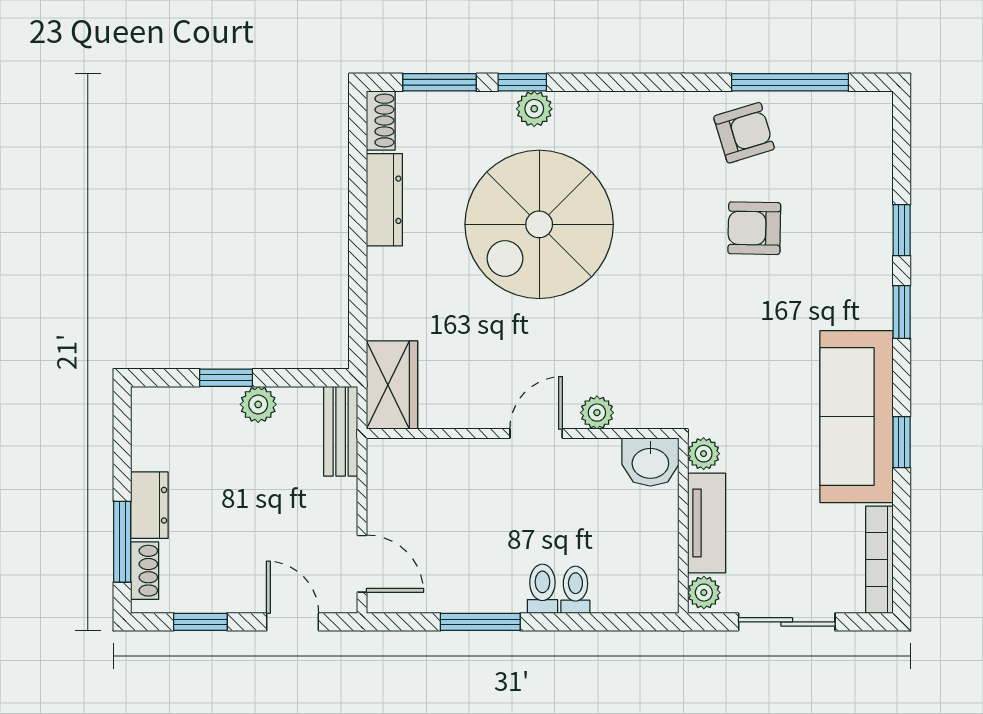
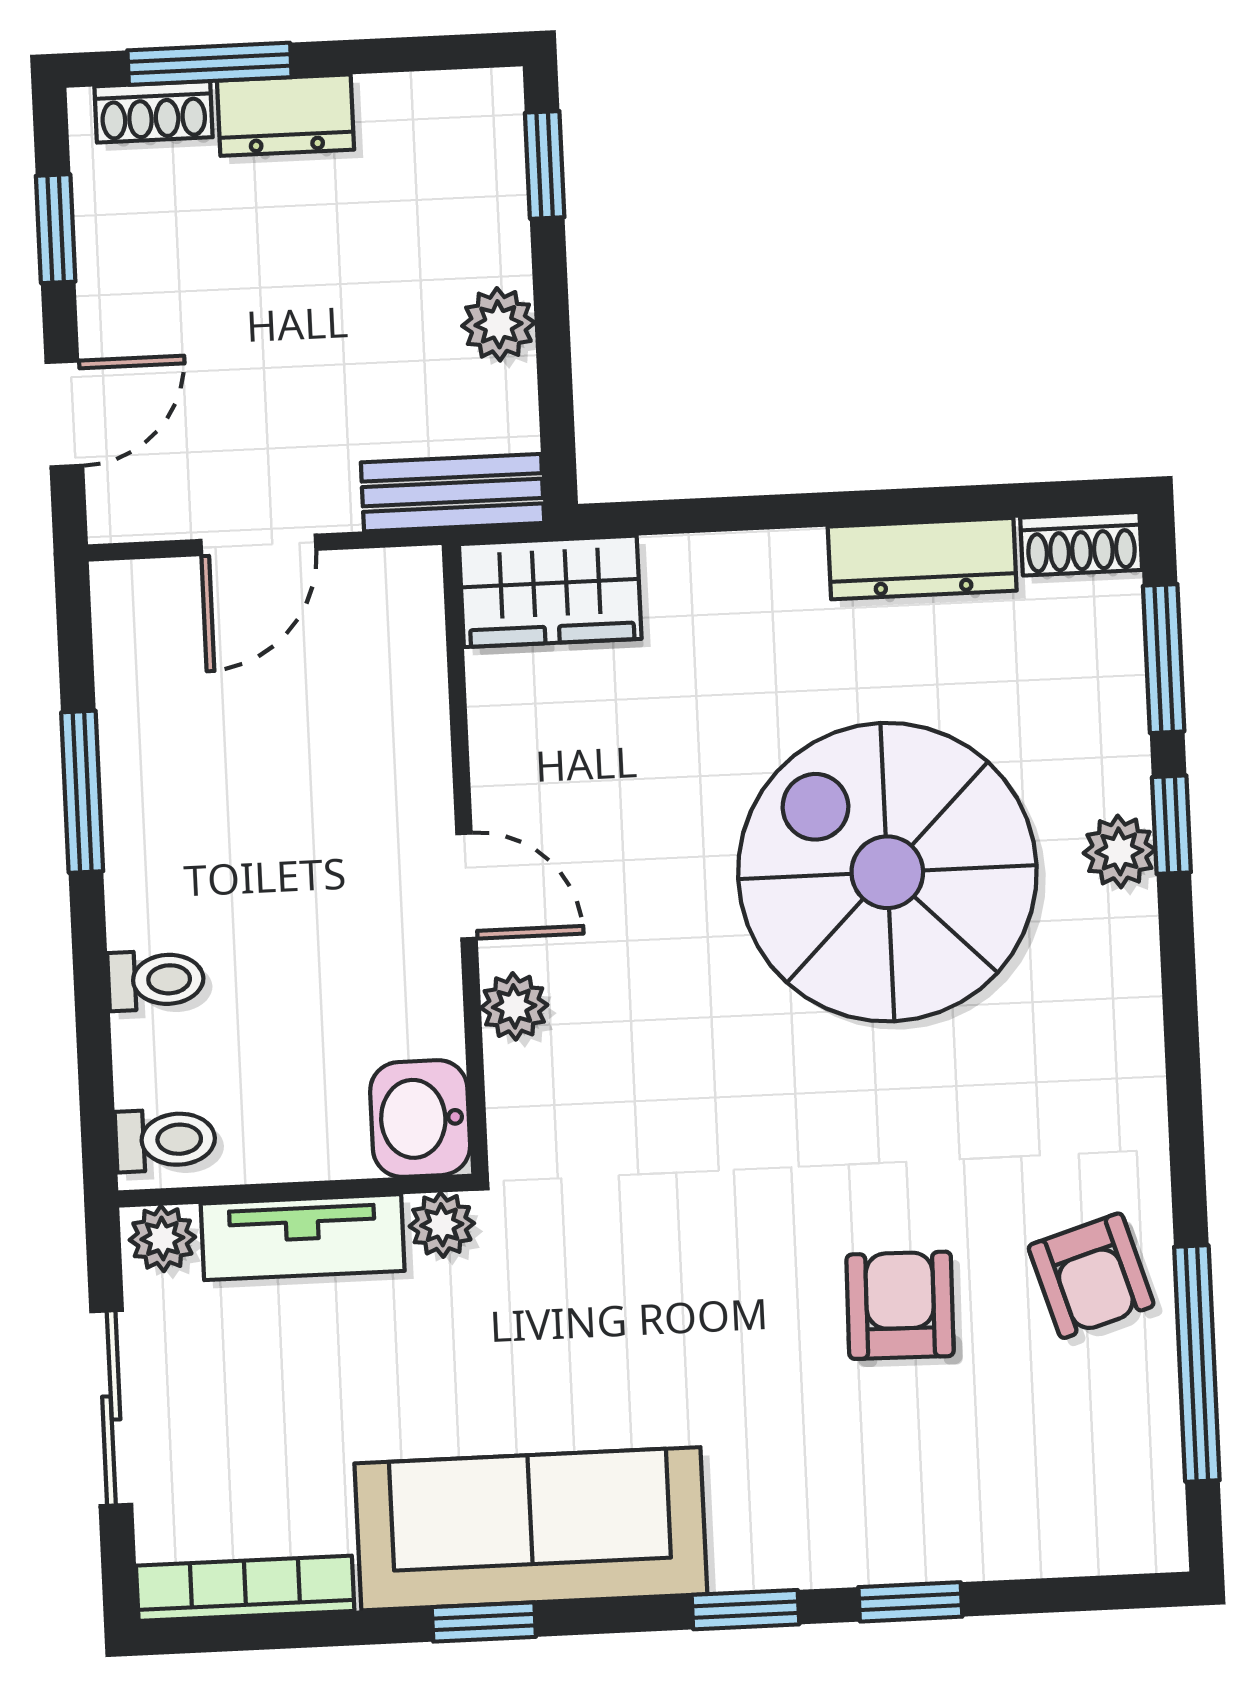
window: (226, 378) -> (545, 165), moved
door: (362, 564) -> (258, 545), moved
toilet: (542, 589) -> (165, 1140), moved

